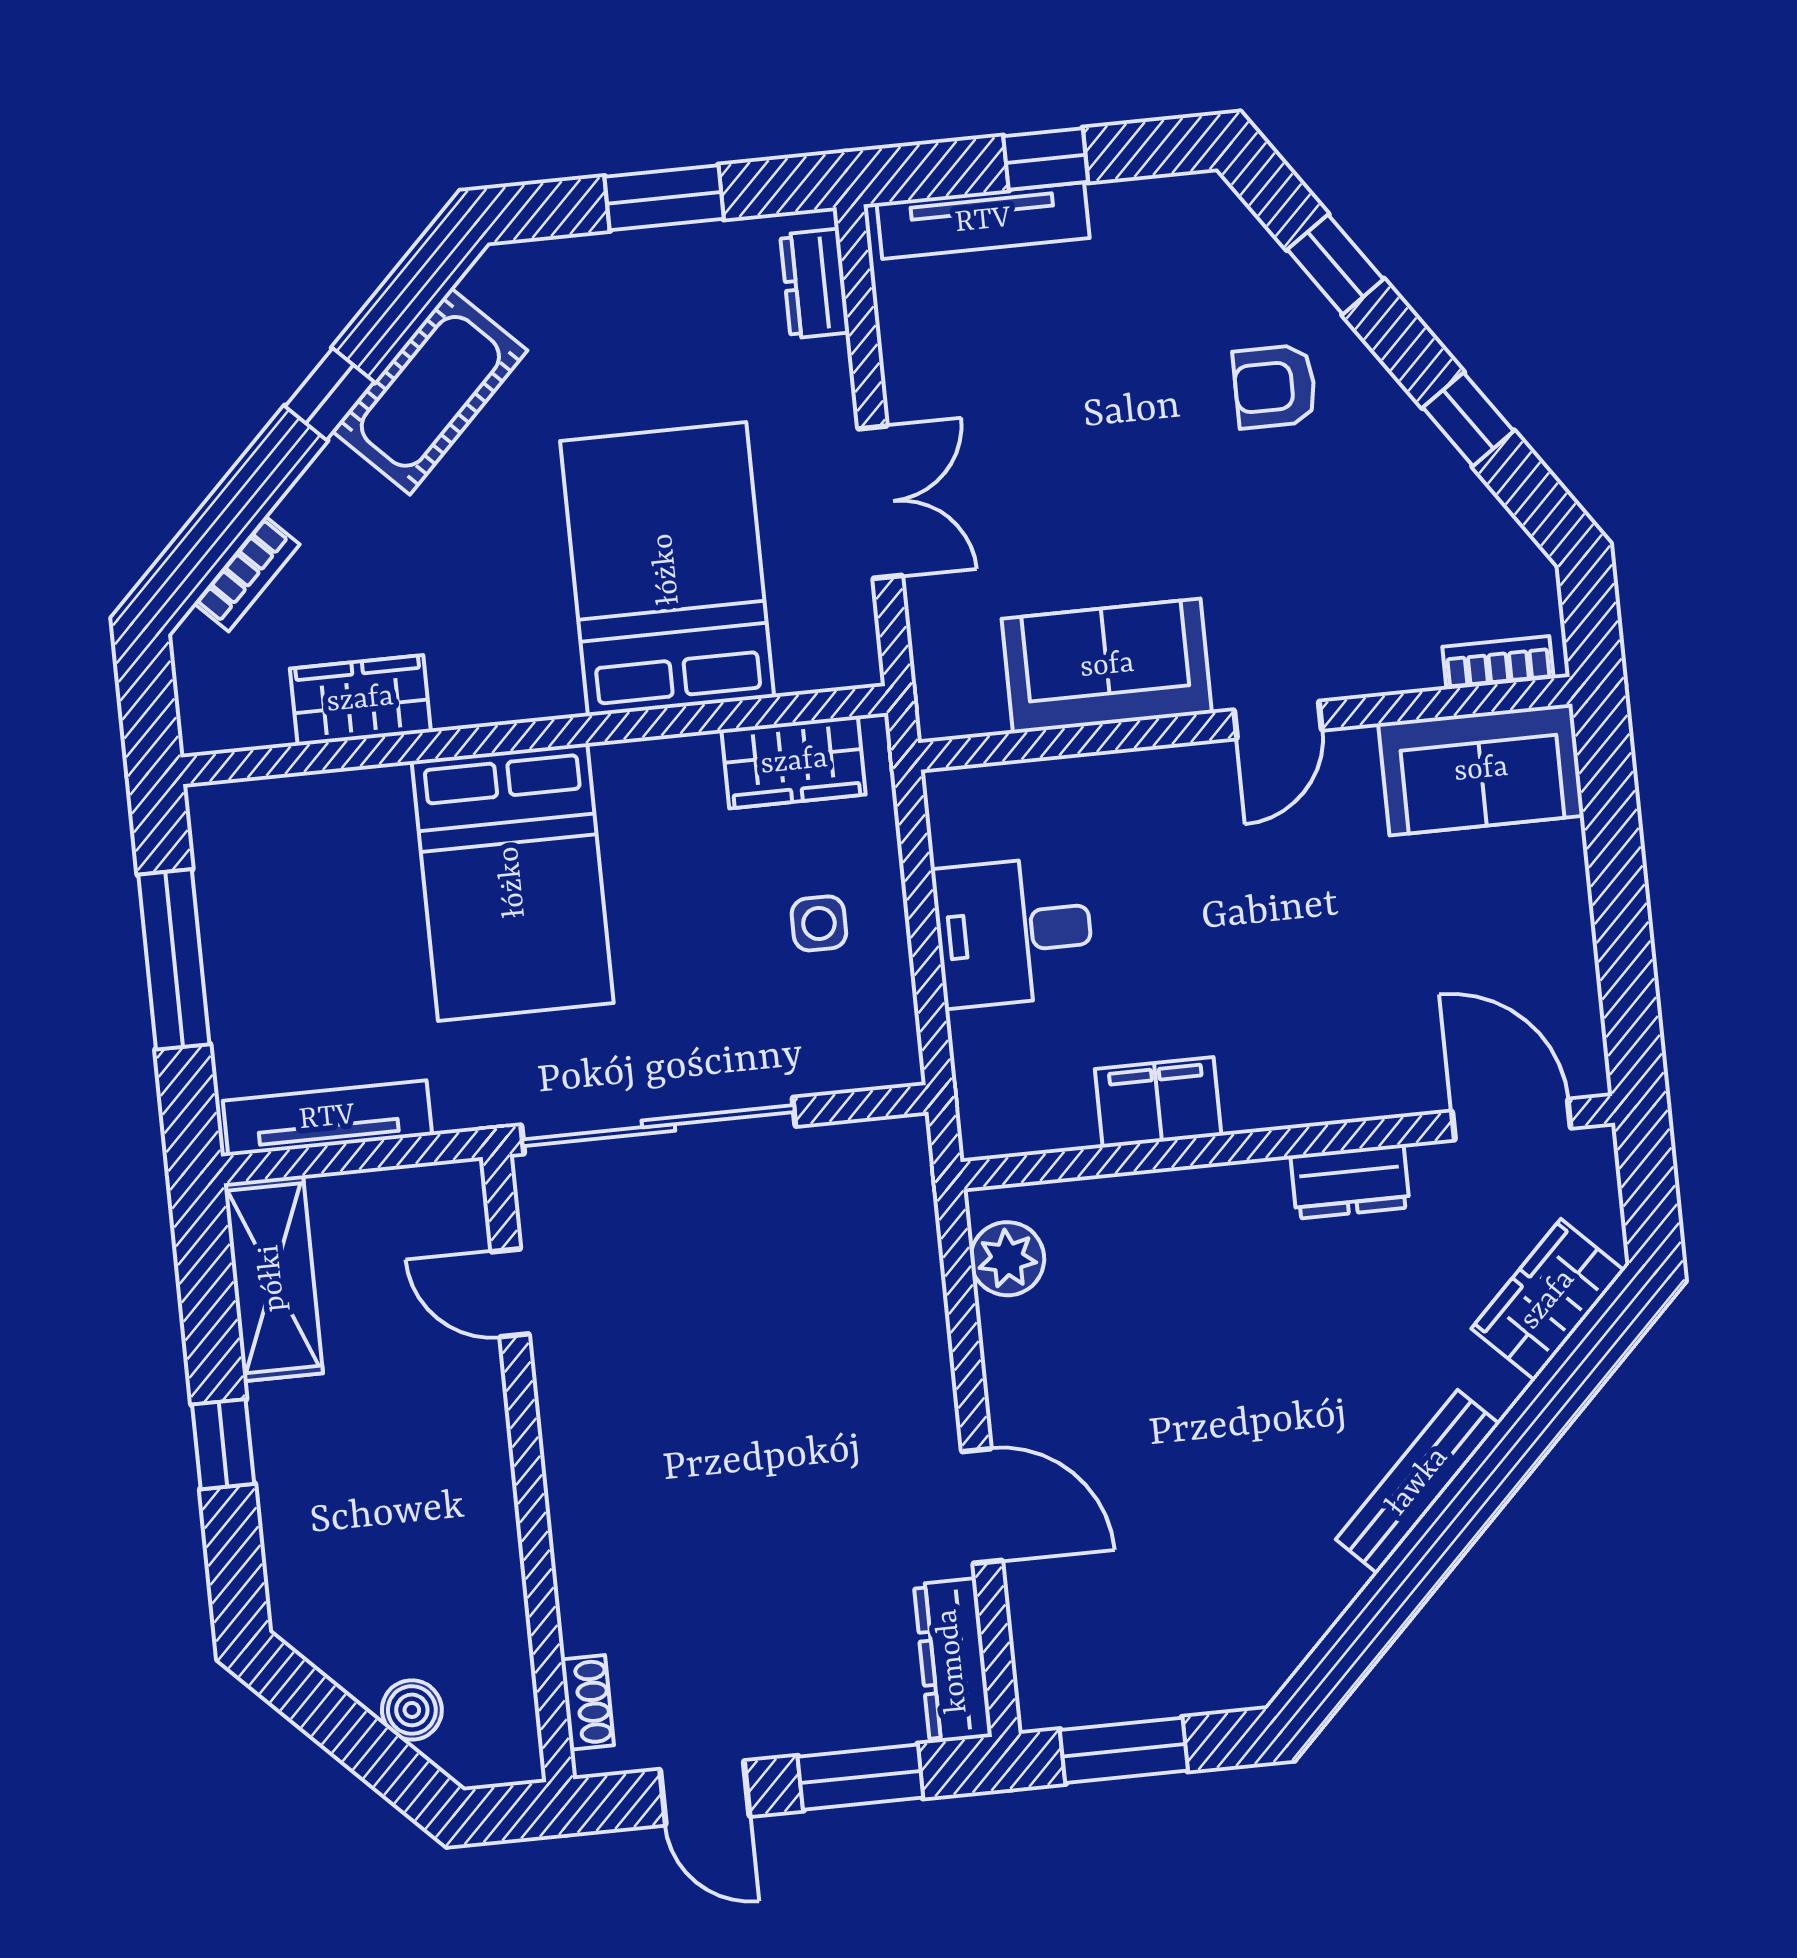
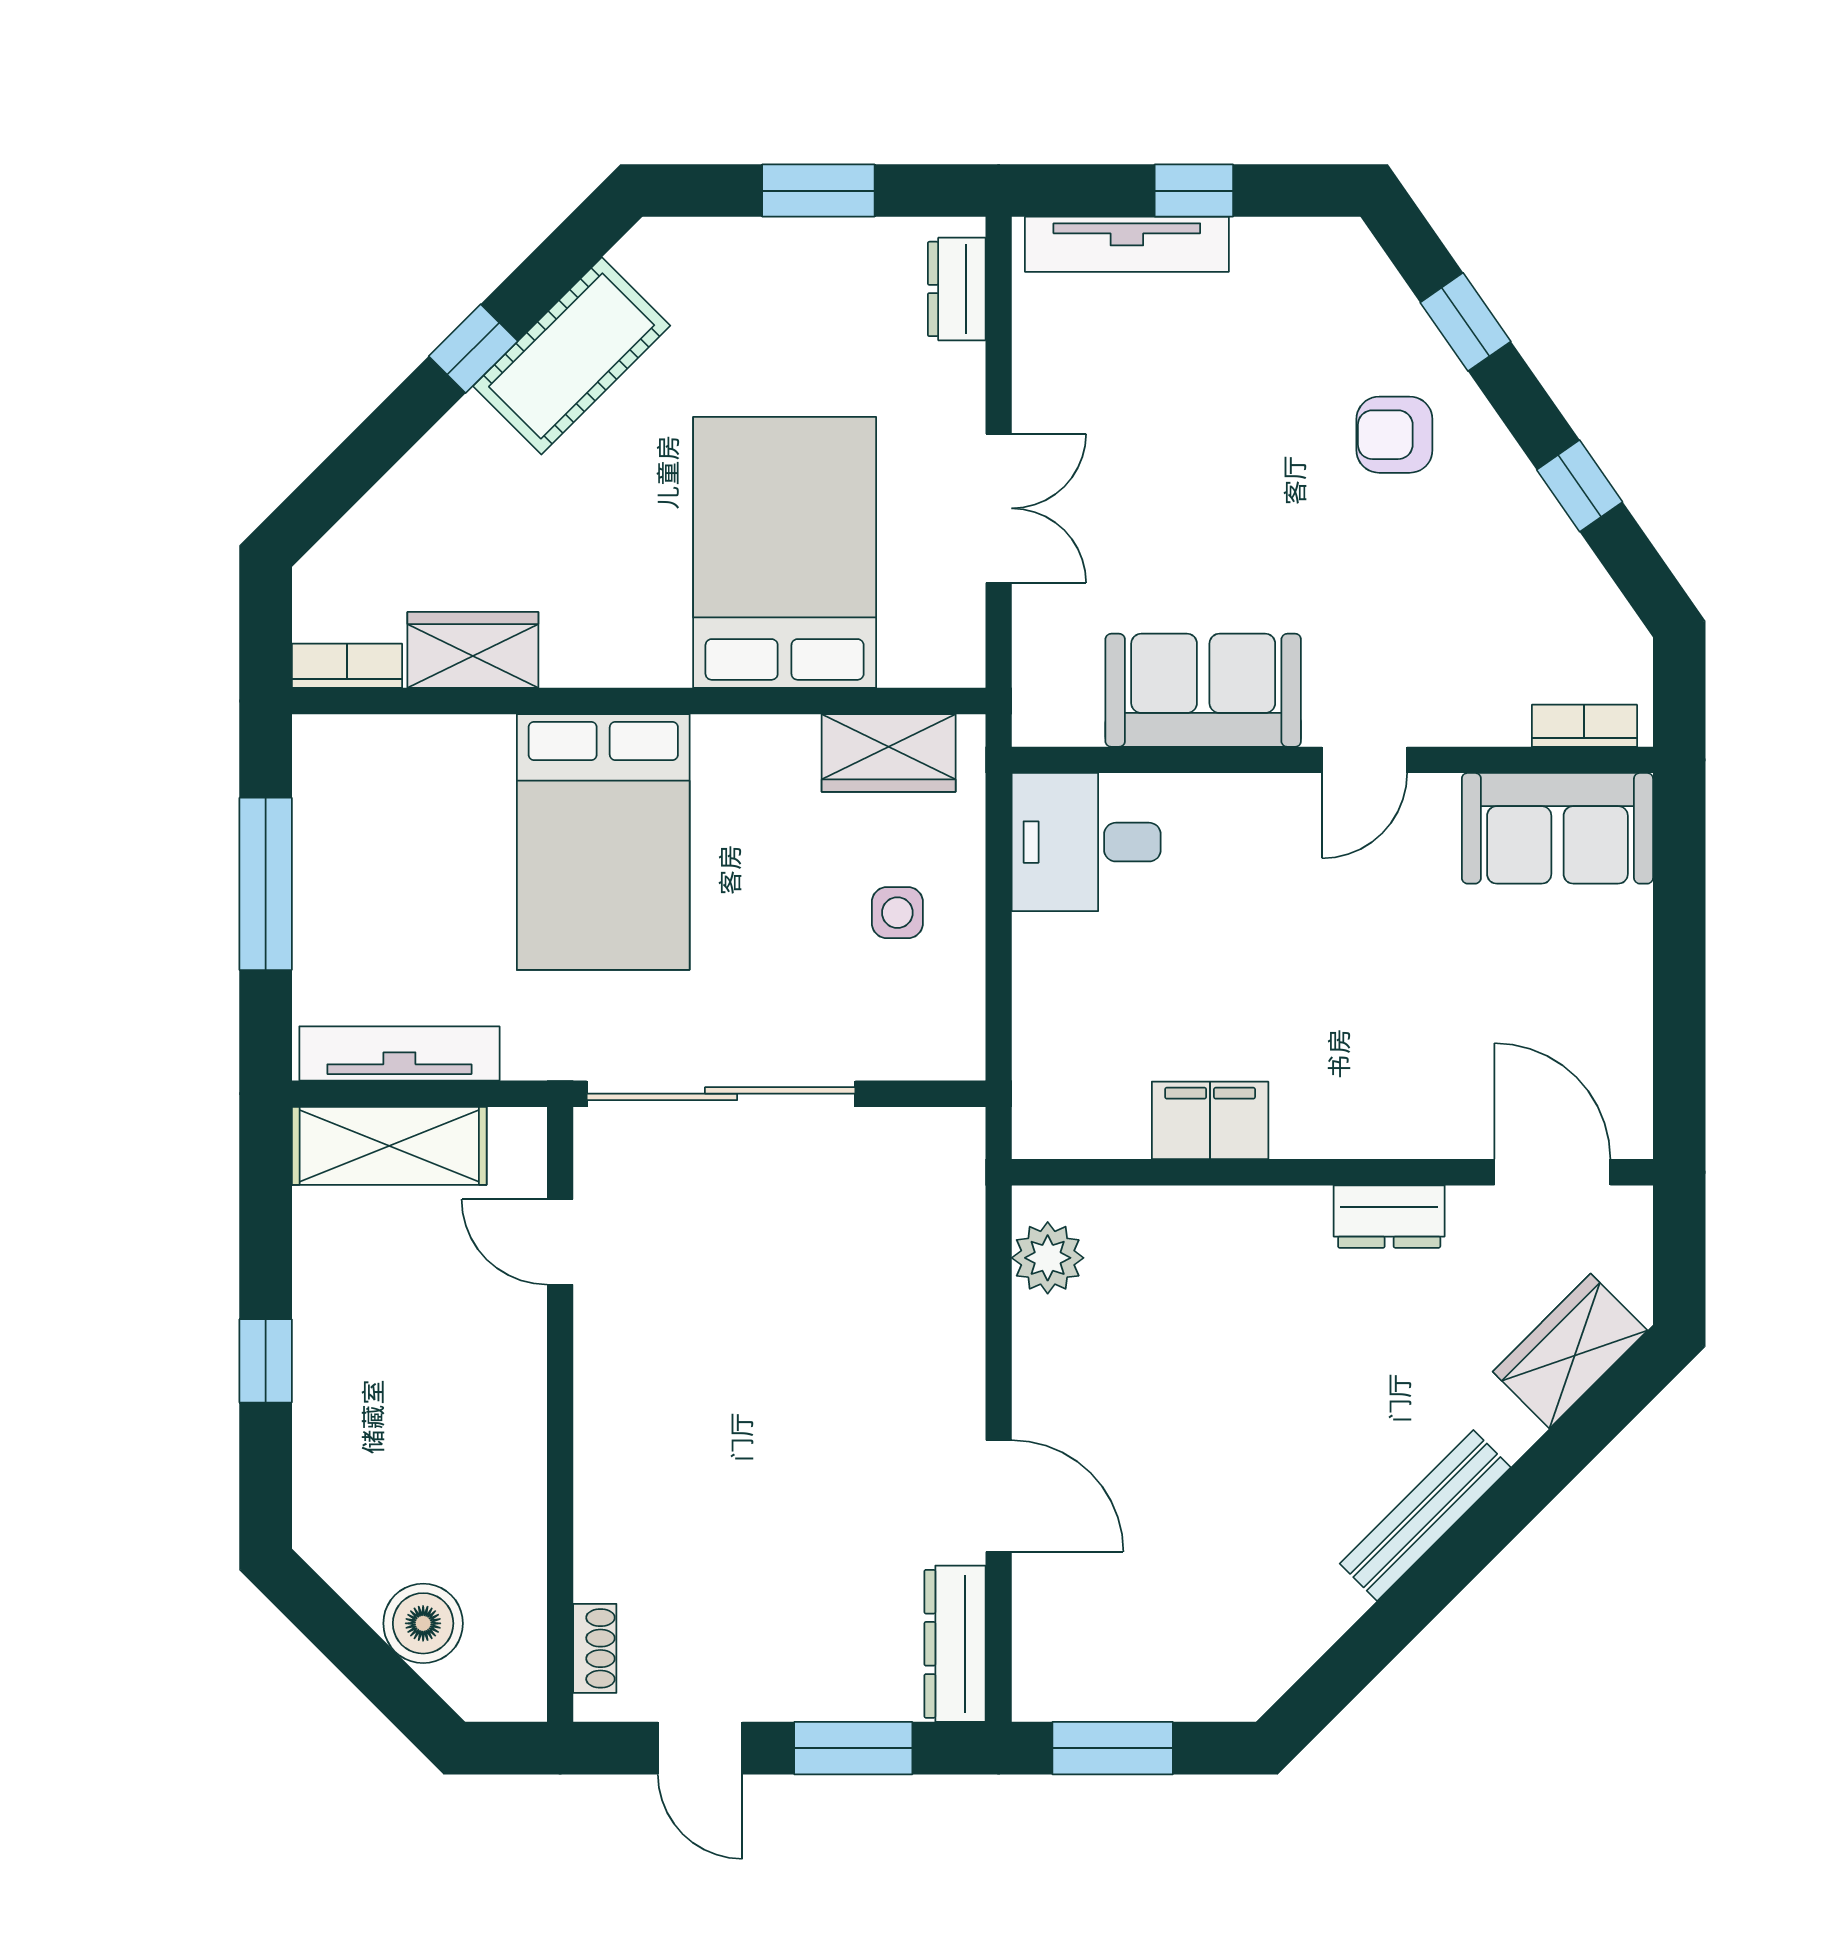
bookcase: (247, 574) -> (347, 666), moved, turned -135
desk: (1014, 932) -> (1086, 842), moved
shelving: (273, 1278) -> (389, 1146), moved, turned 90
boiler: (412, 1710) -> (423, 1623), width x1.36, depth x1.36

